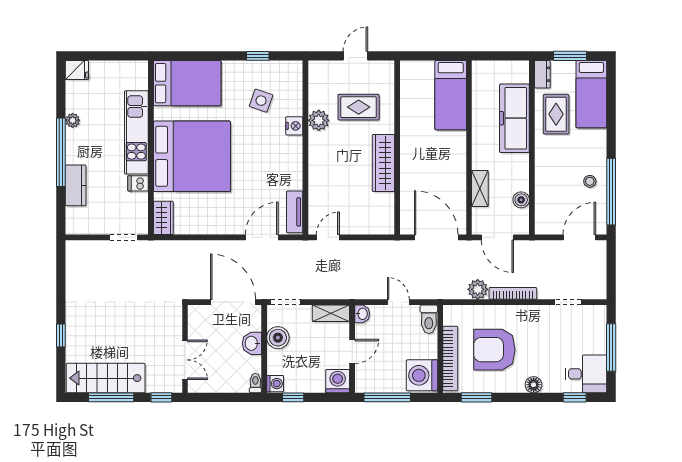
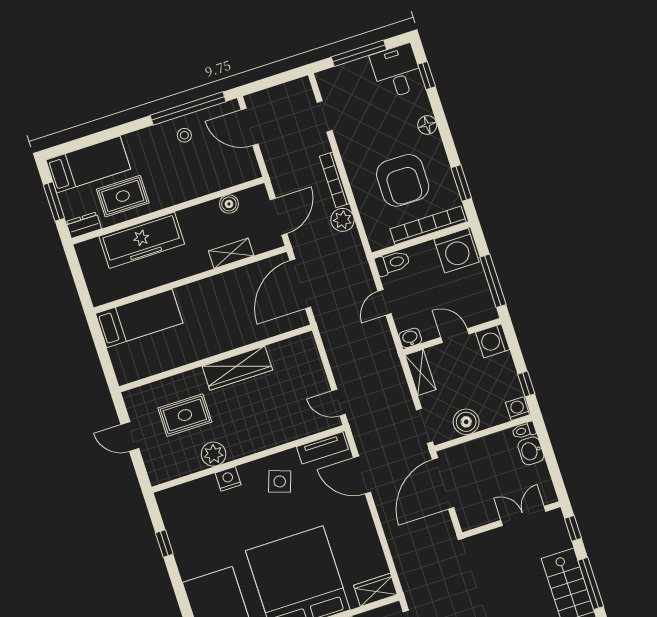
side table: (261, 101) -> (280, 481), moved
rug: (359, 107) -> (185, 415), turned 90
washbasin: (252, 343) -> (531, 451), moved, turned 90

